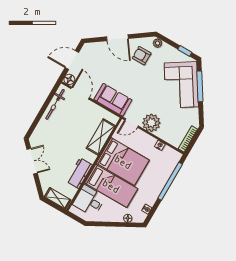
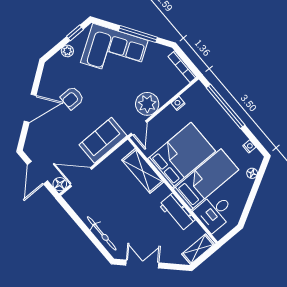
plant: (158, 43) -> (67, 51), moved
armchair: (142, 56) -> (72, 98), moved
window: (200, 86) -> (138, 34), moved
bicycle: (55, 104) -> (102, 233), moved

